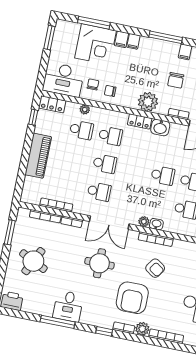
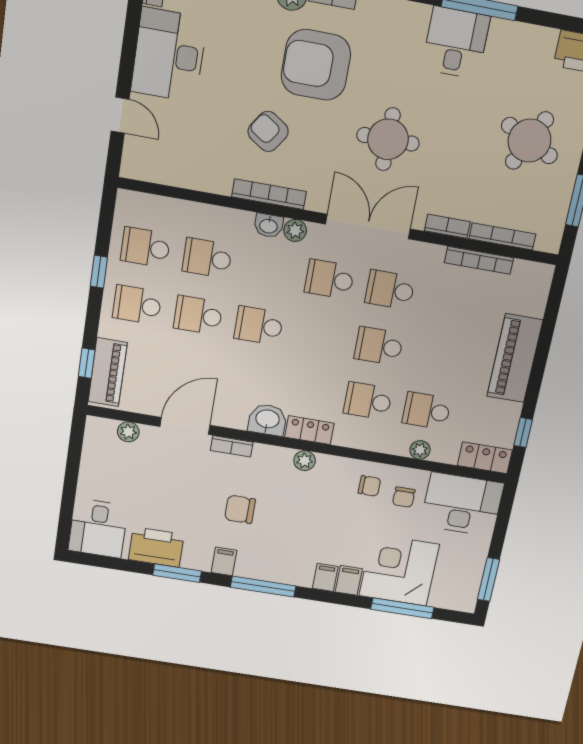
chair: (176, 80) -> (240, 509), turned -90
plant: (148, 102) -> (305, 461), width x0.53, depth x0.53
school desk: (128, 198) -> (329, 279), added
armchair: (132, 298) -> (316, 65), turned -90

